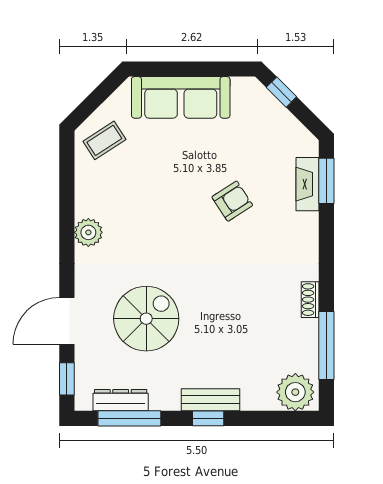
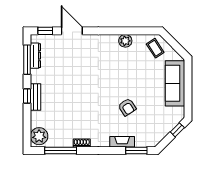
fireplace: (307, 184) -> (122, 142), moved
plant: (88, 232) -> (125, 41), moved
spiral stairs: (146, 319) -> (73, 67), removed

